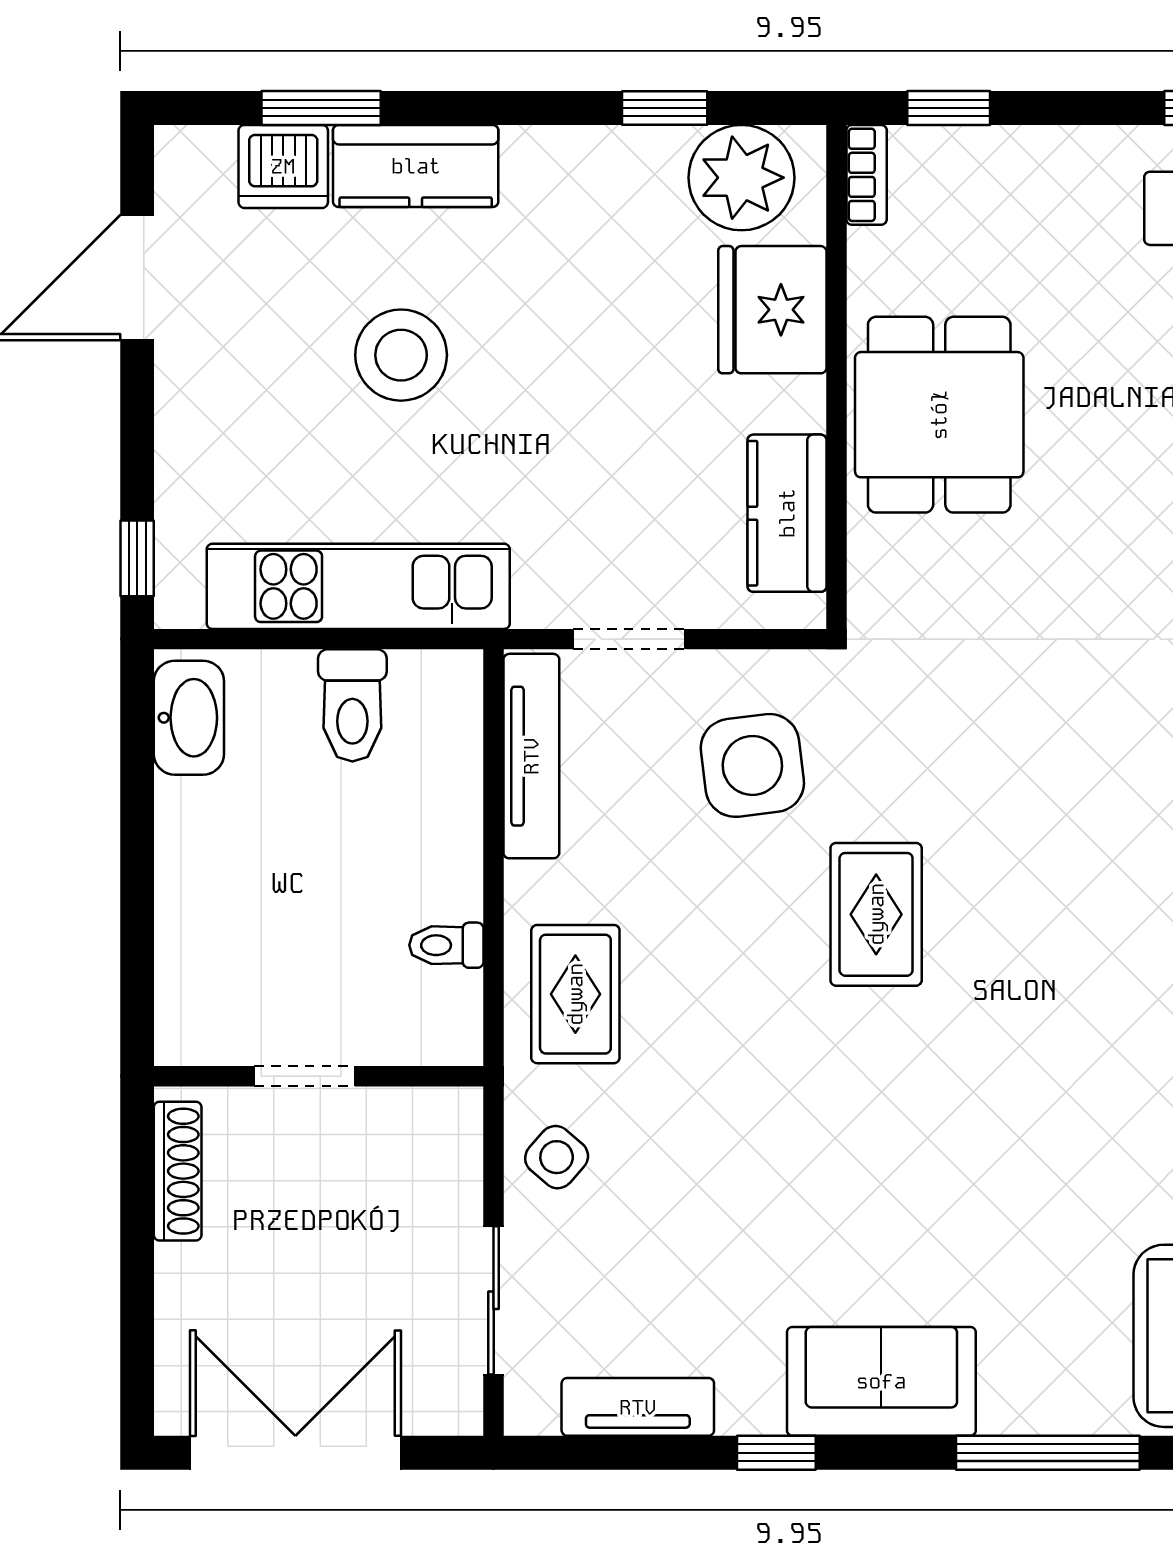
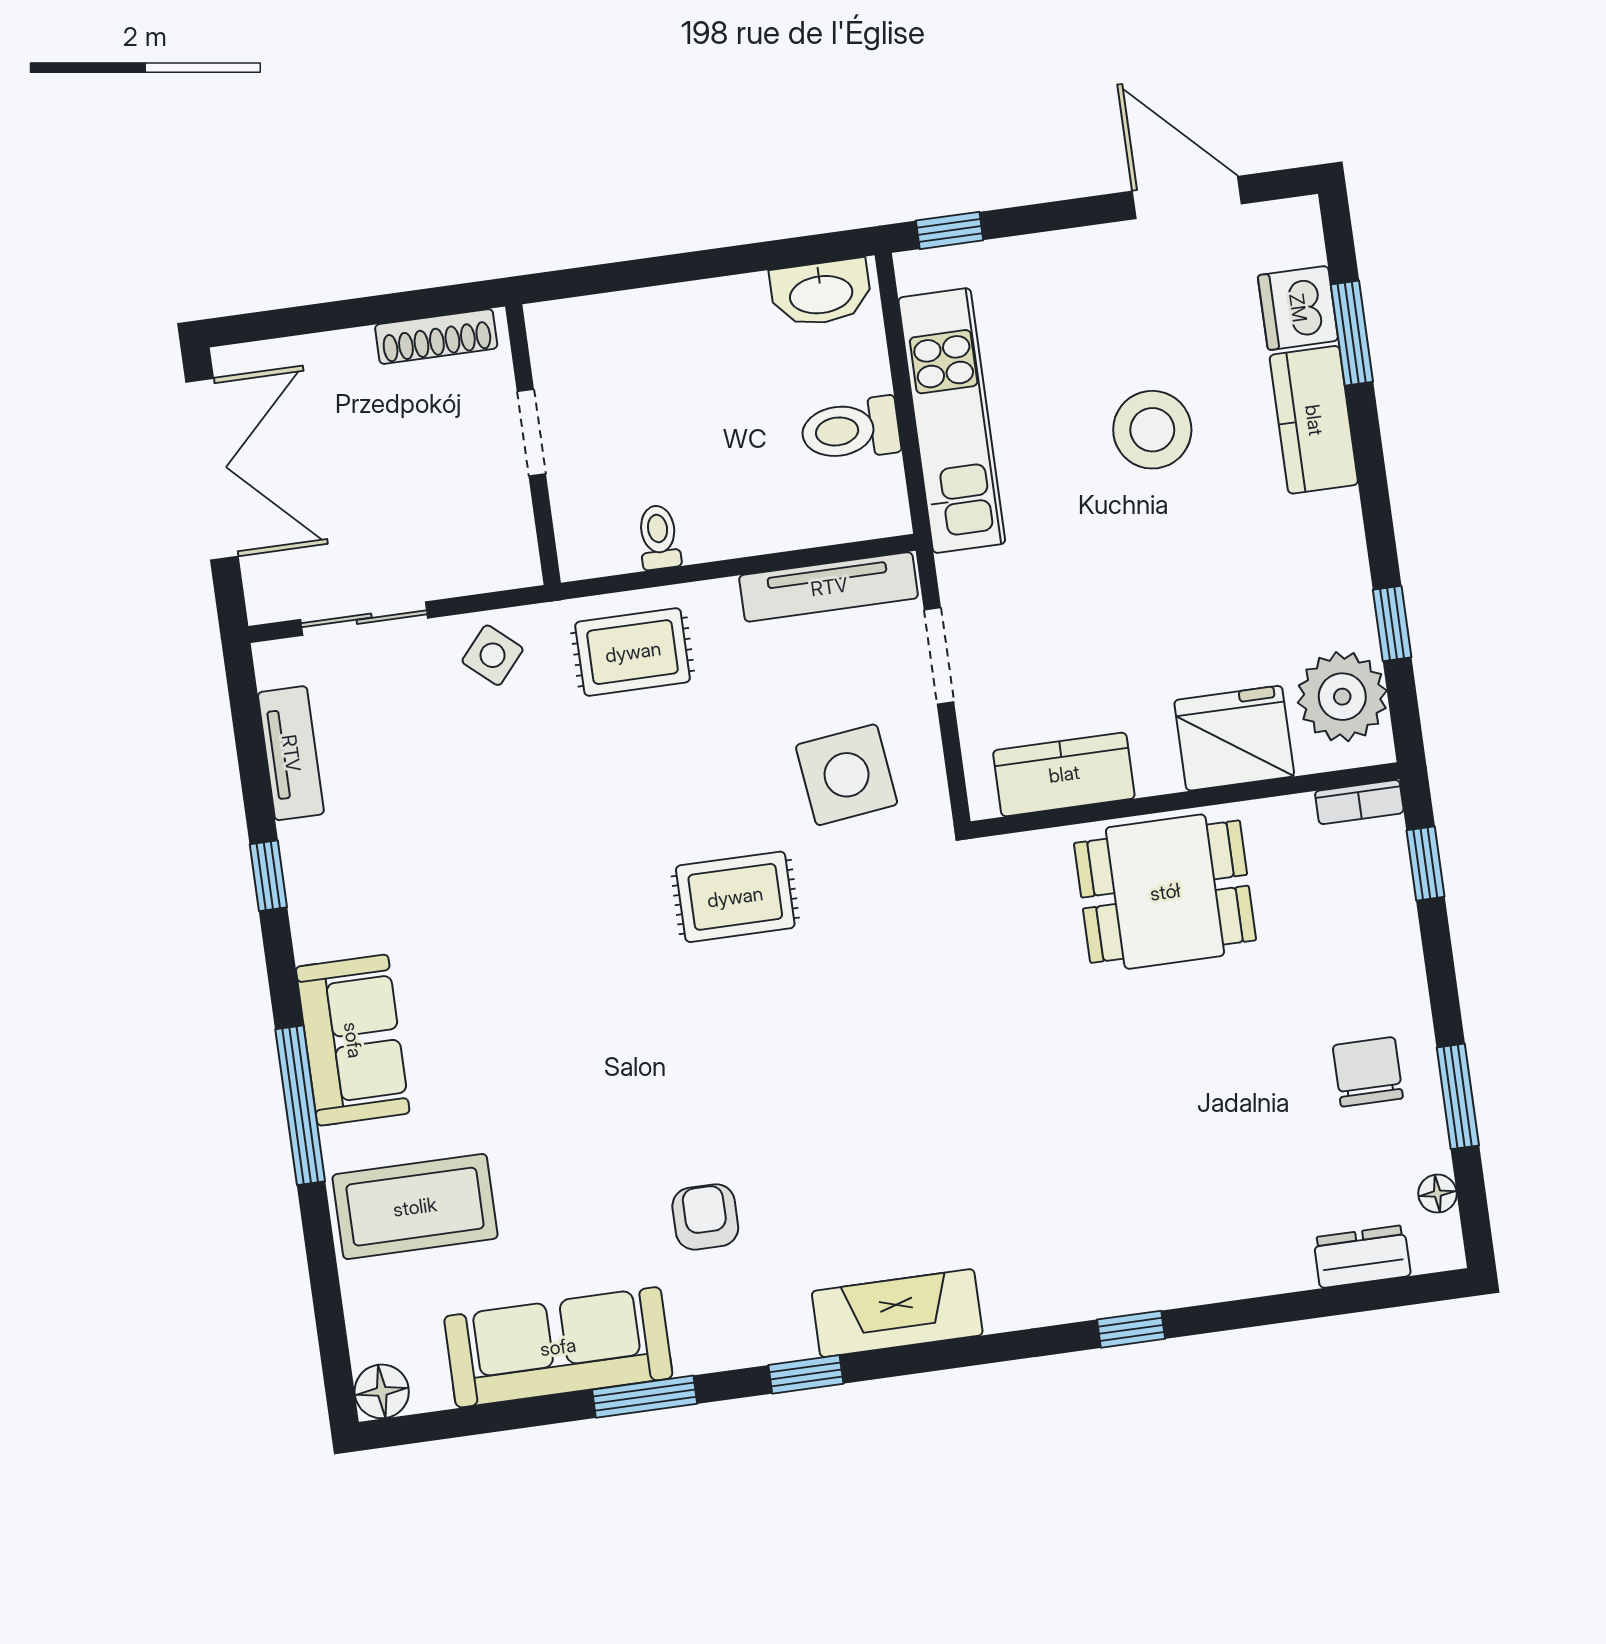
sofa: (881, 1381) -> (353, 1040), moved

